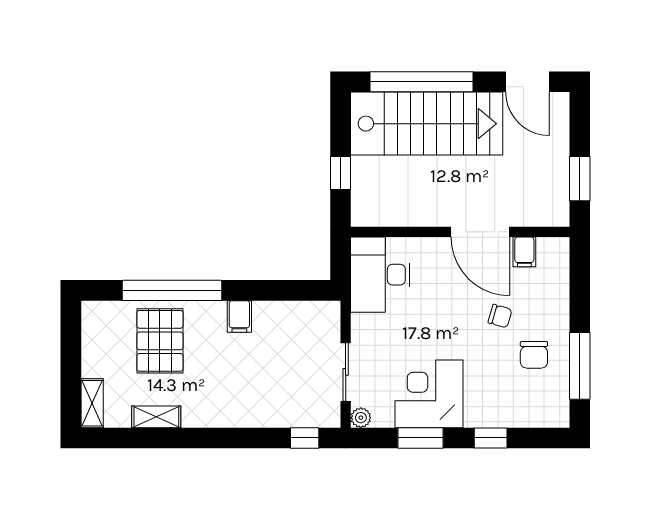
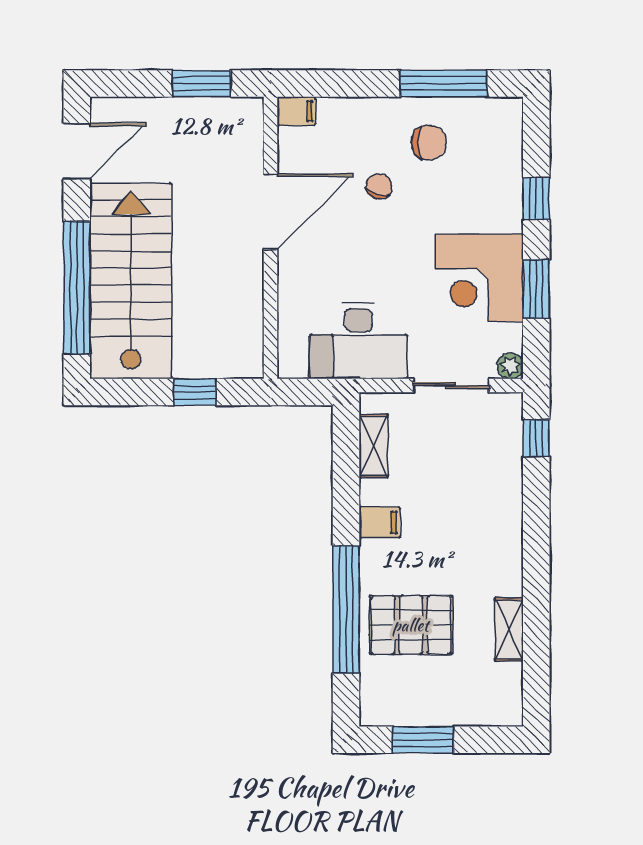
filing cabinet: (524, 252) -> (296, 111), moved
desk: (380, 275) -> (358, 341), moved
window: (71, 350) -> (423, 740), added
shelving: (92, 403) -> (373, 446), moved, turned 90

